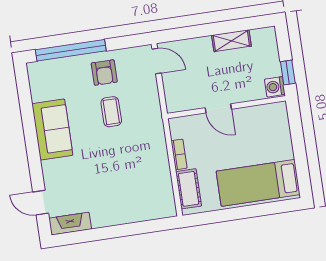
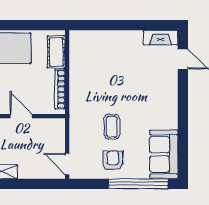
sofa: (52, 130) -> (164, 154), moved
bookcase: (179, 154) -> (60, 89), width x1.56

